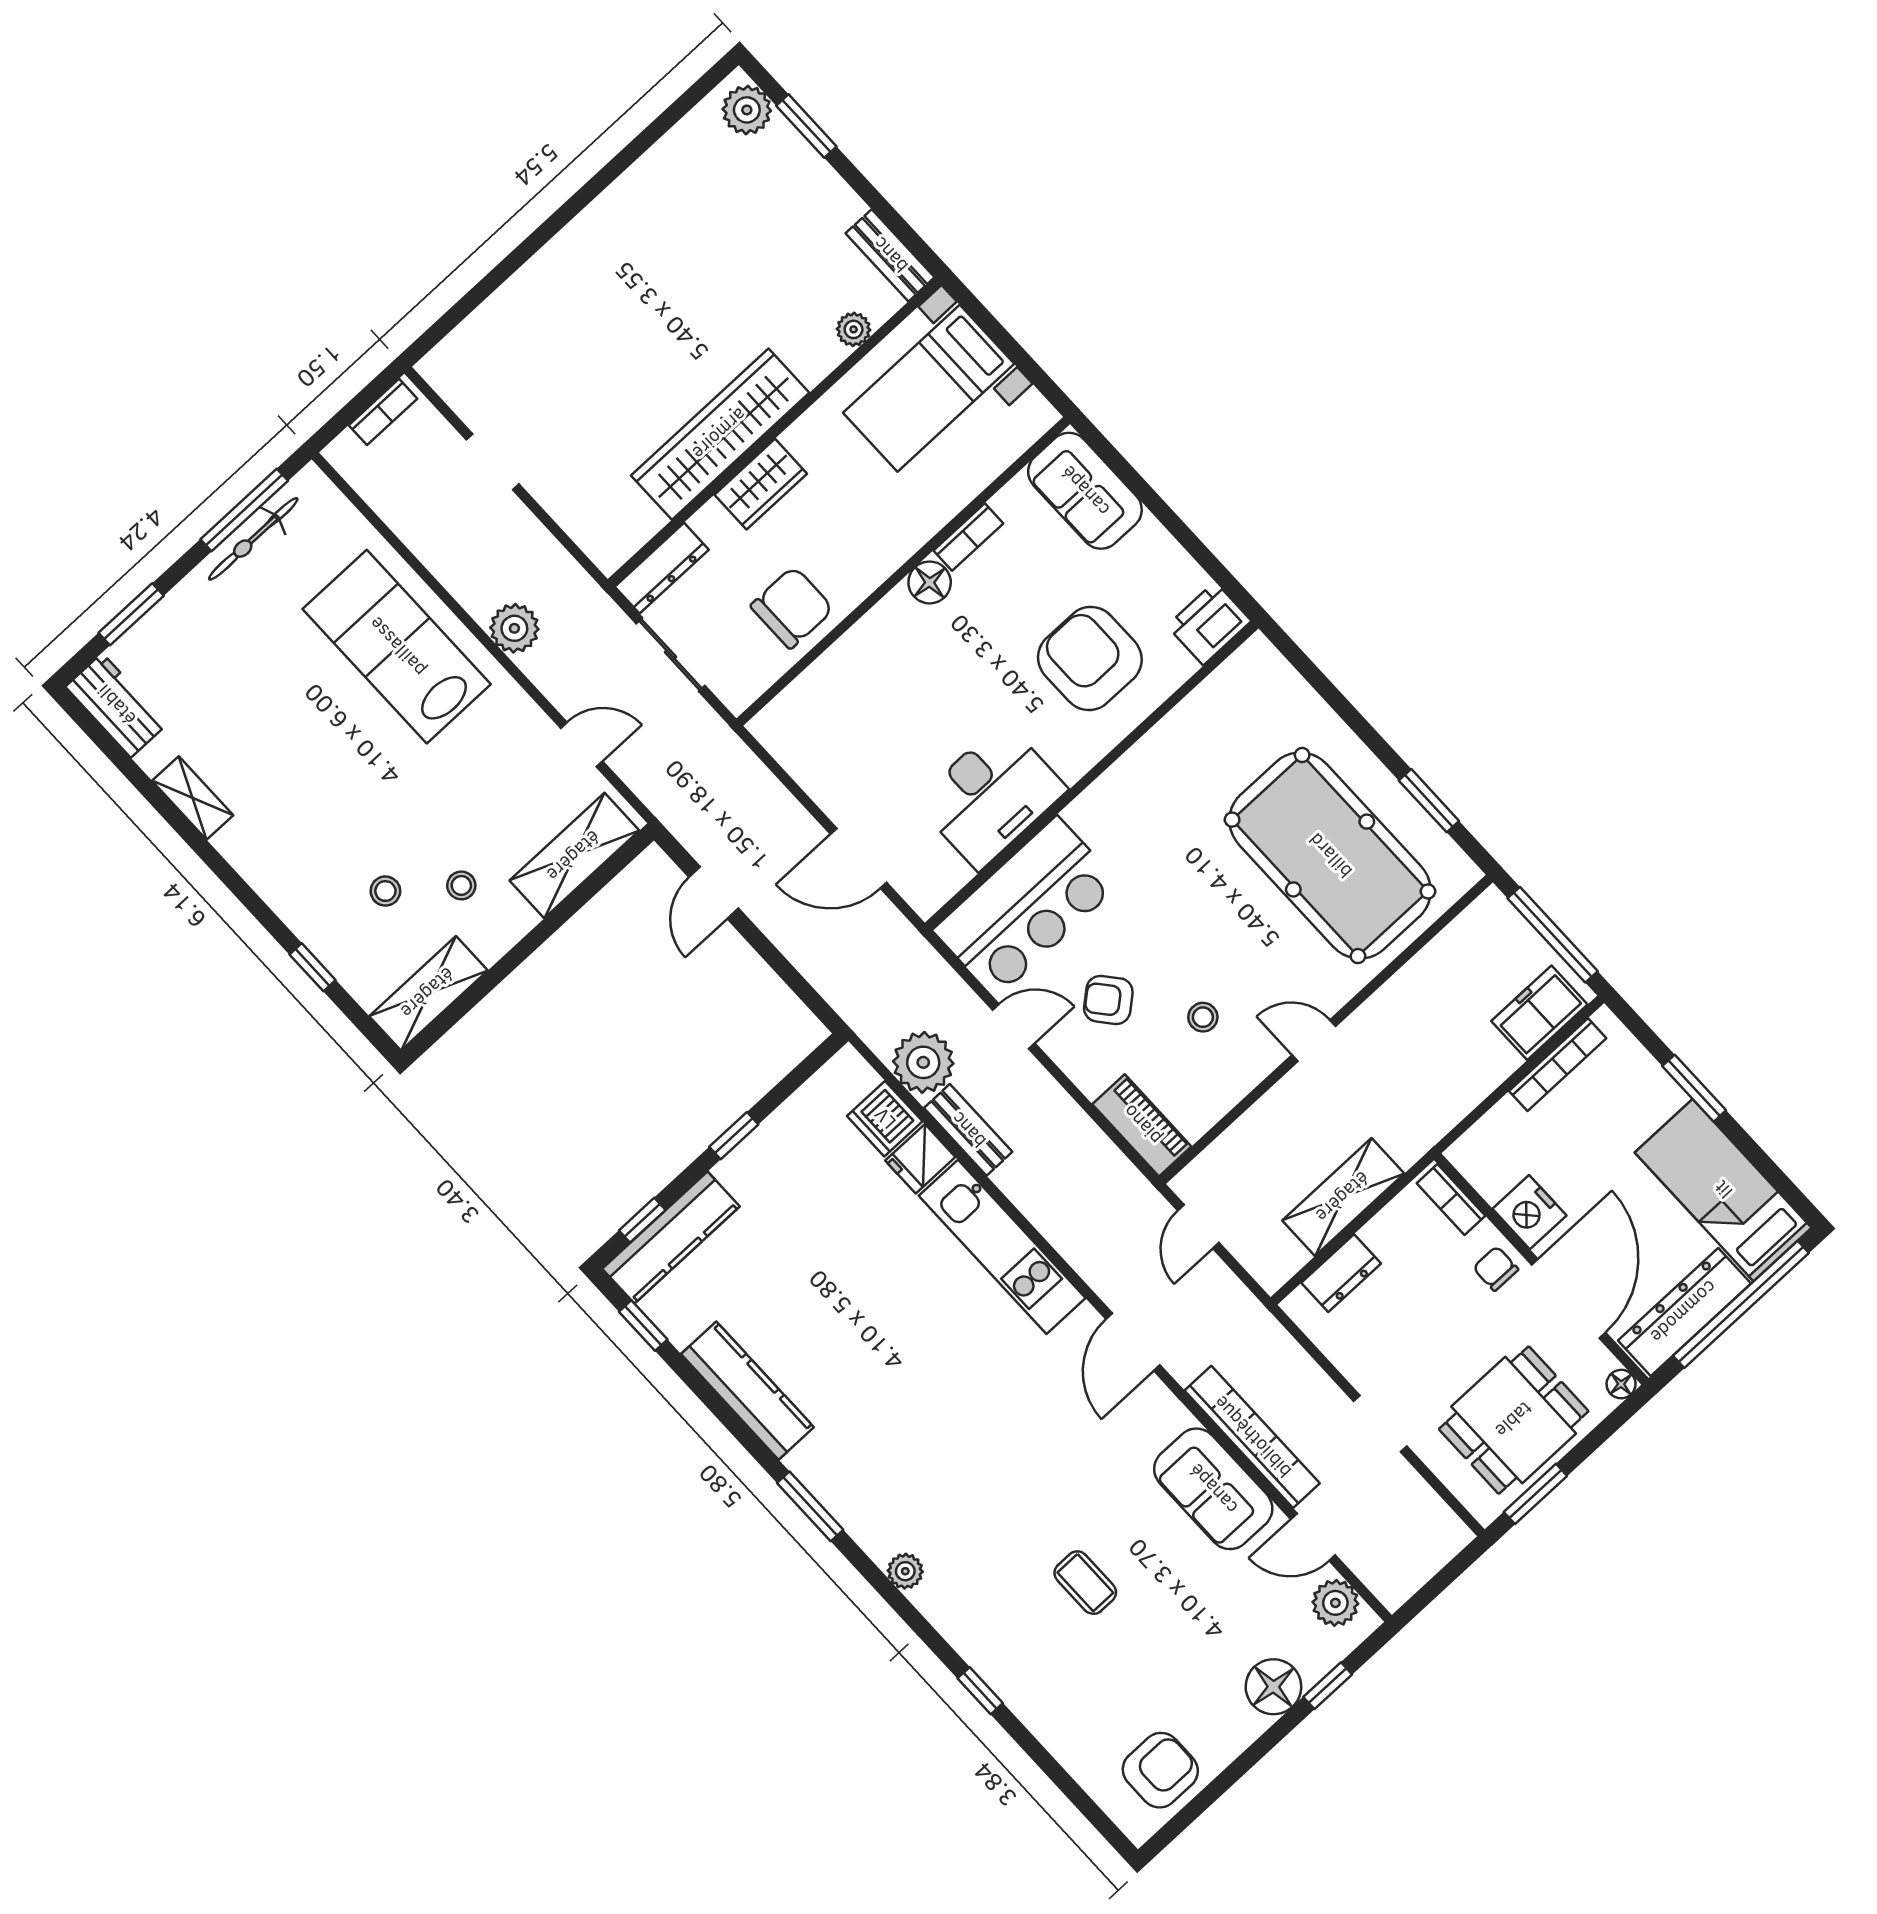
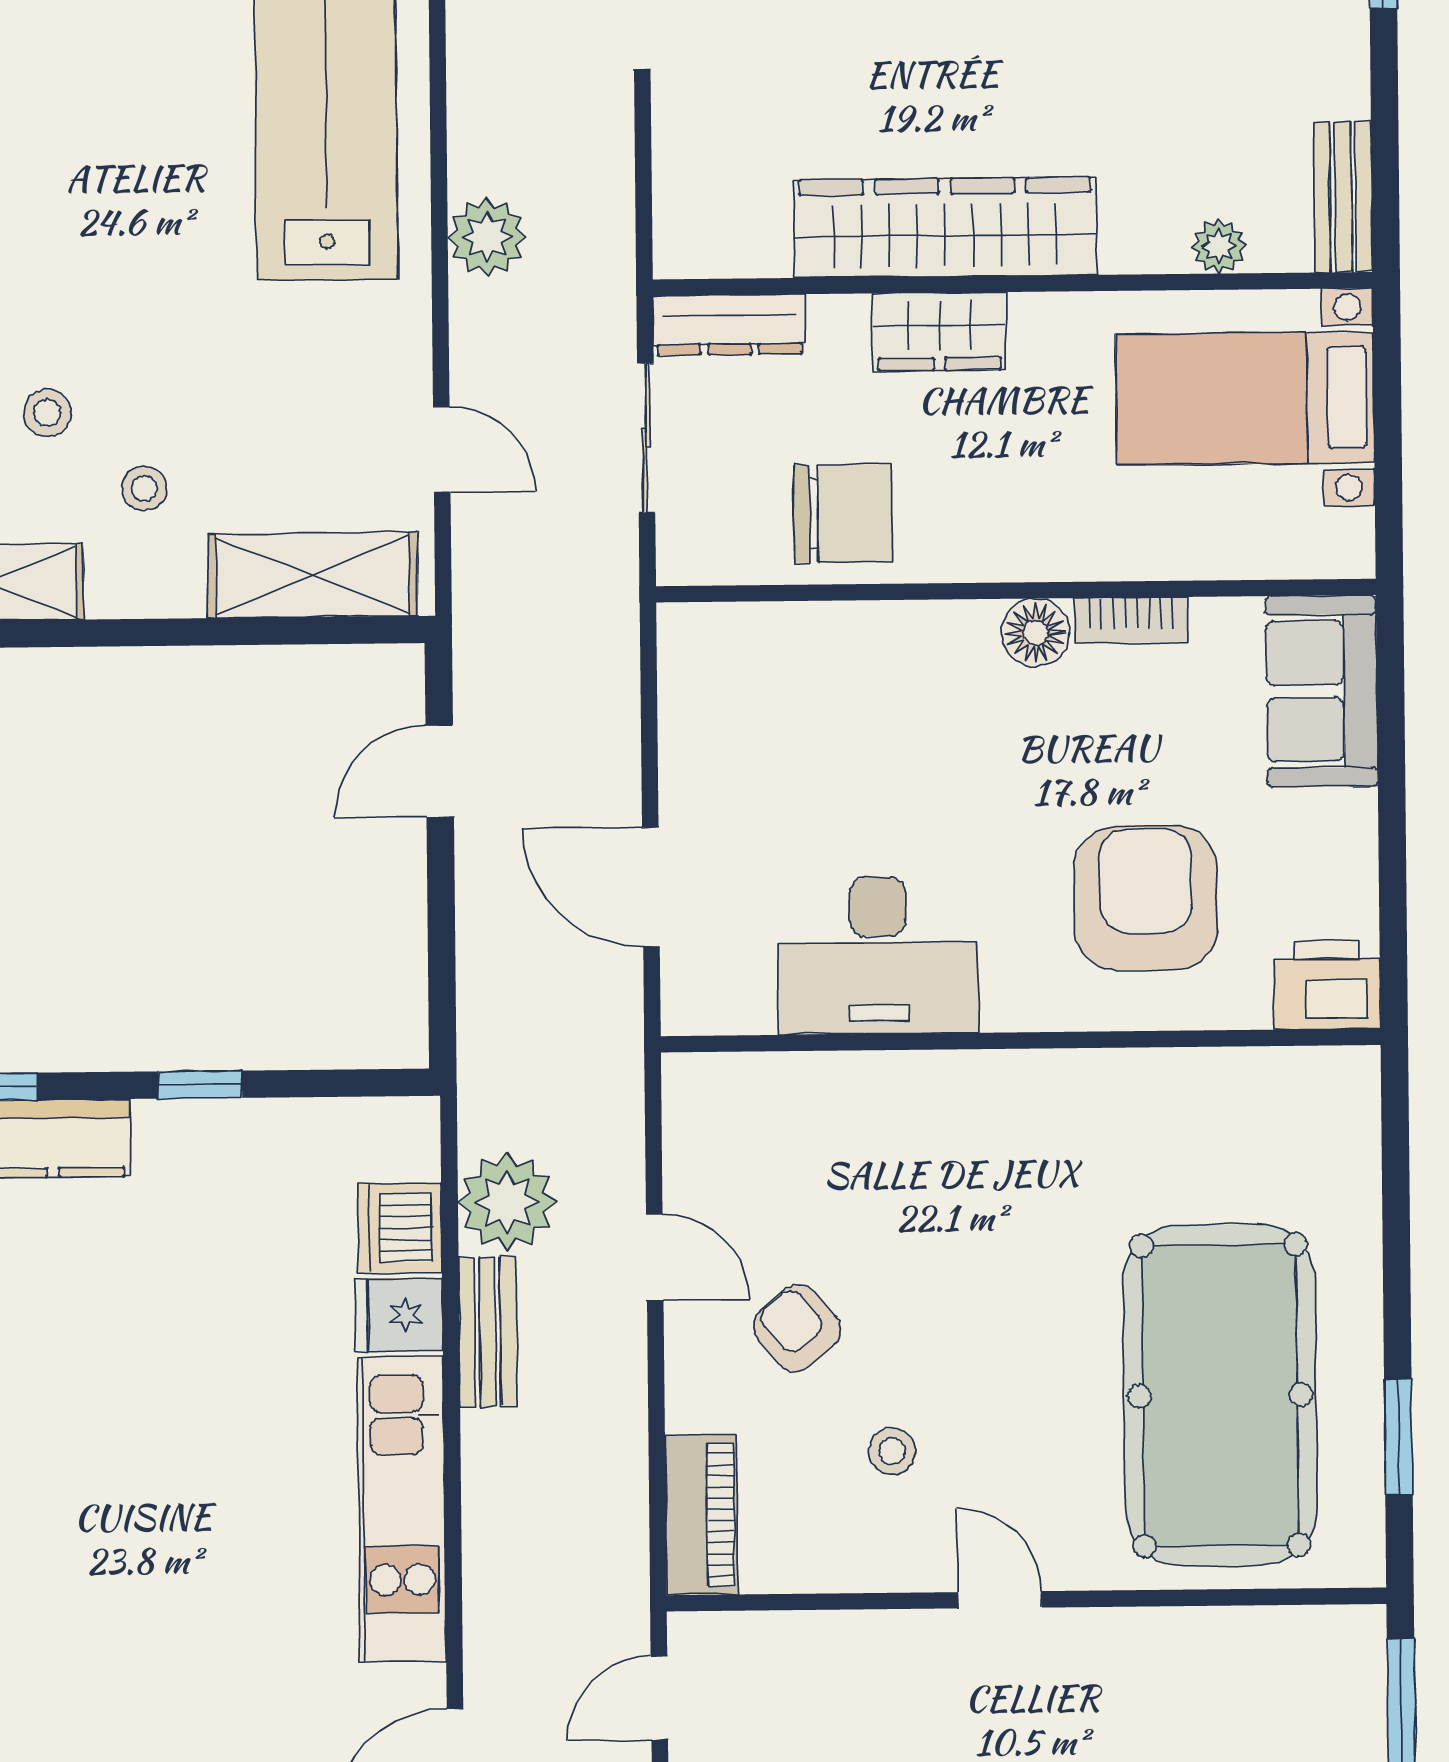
bar counter: (1026, 907) -> (799, 1128), removed

